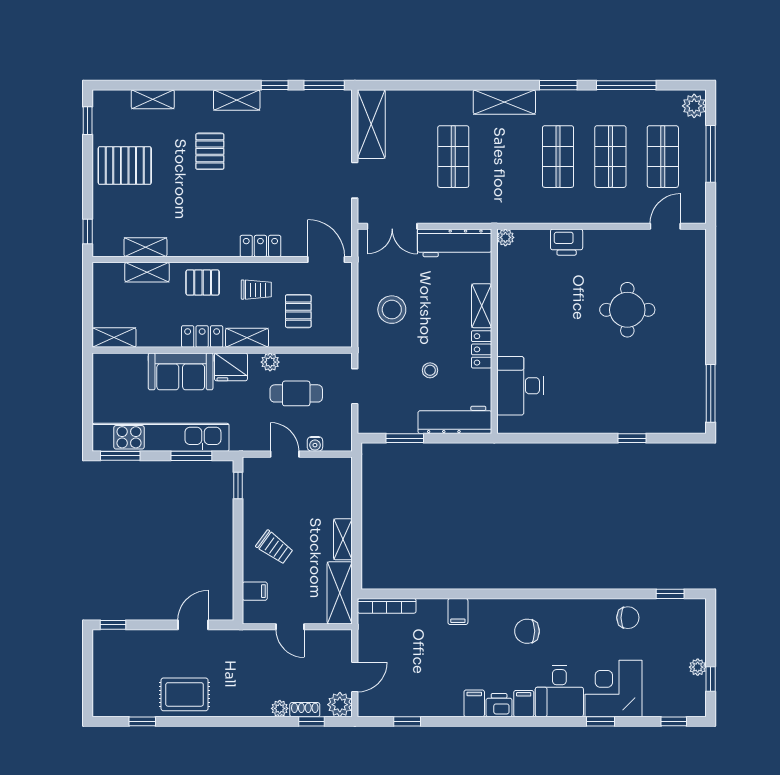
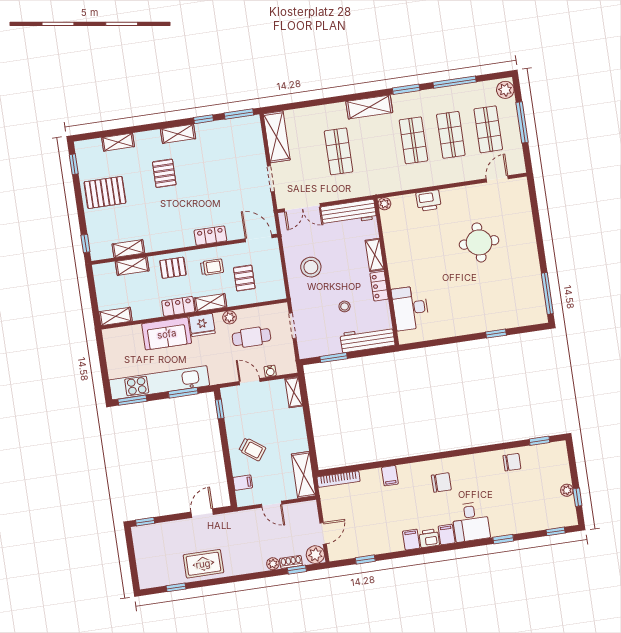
shelving: (343, 539) -> (294, 392), moved
chair: (527, 631) -> (441, 483), turned 180
corner desk: (613, 688) -> (509, 514), removed

